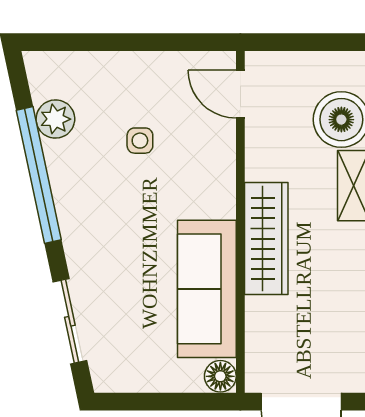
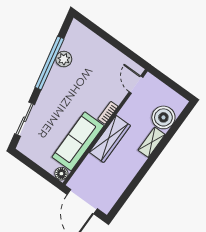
plant: (55, 119) -> (64, 59), moved
side table: (140, 141) -> (91, 76), removed
bookcase: (225, 190) -> (108, 113), added

